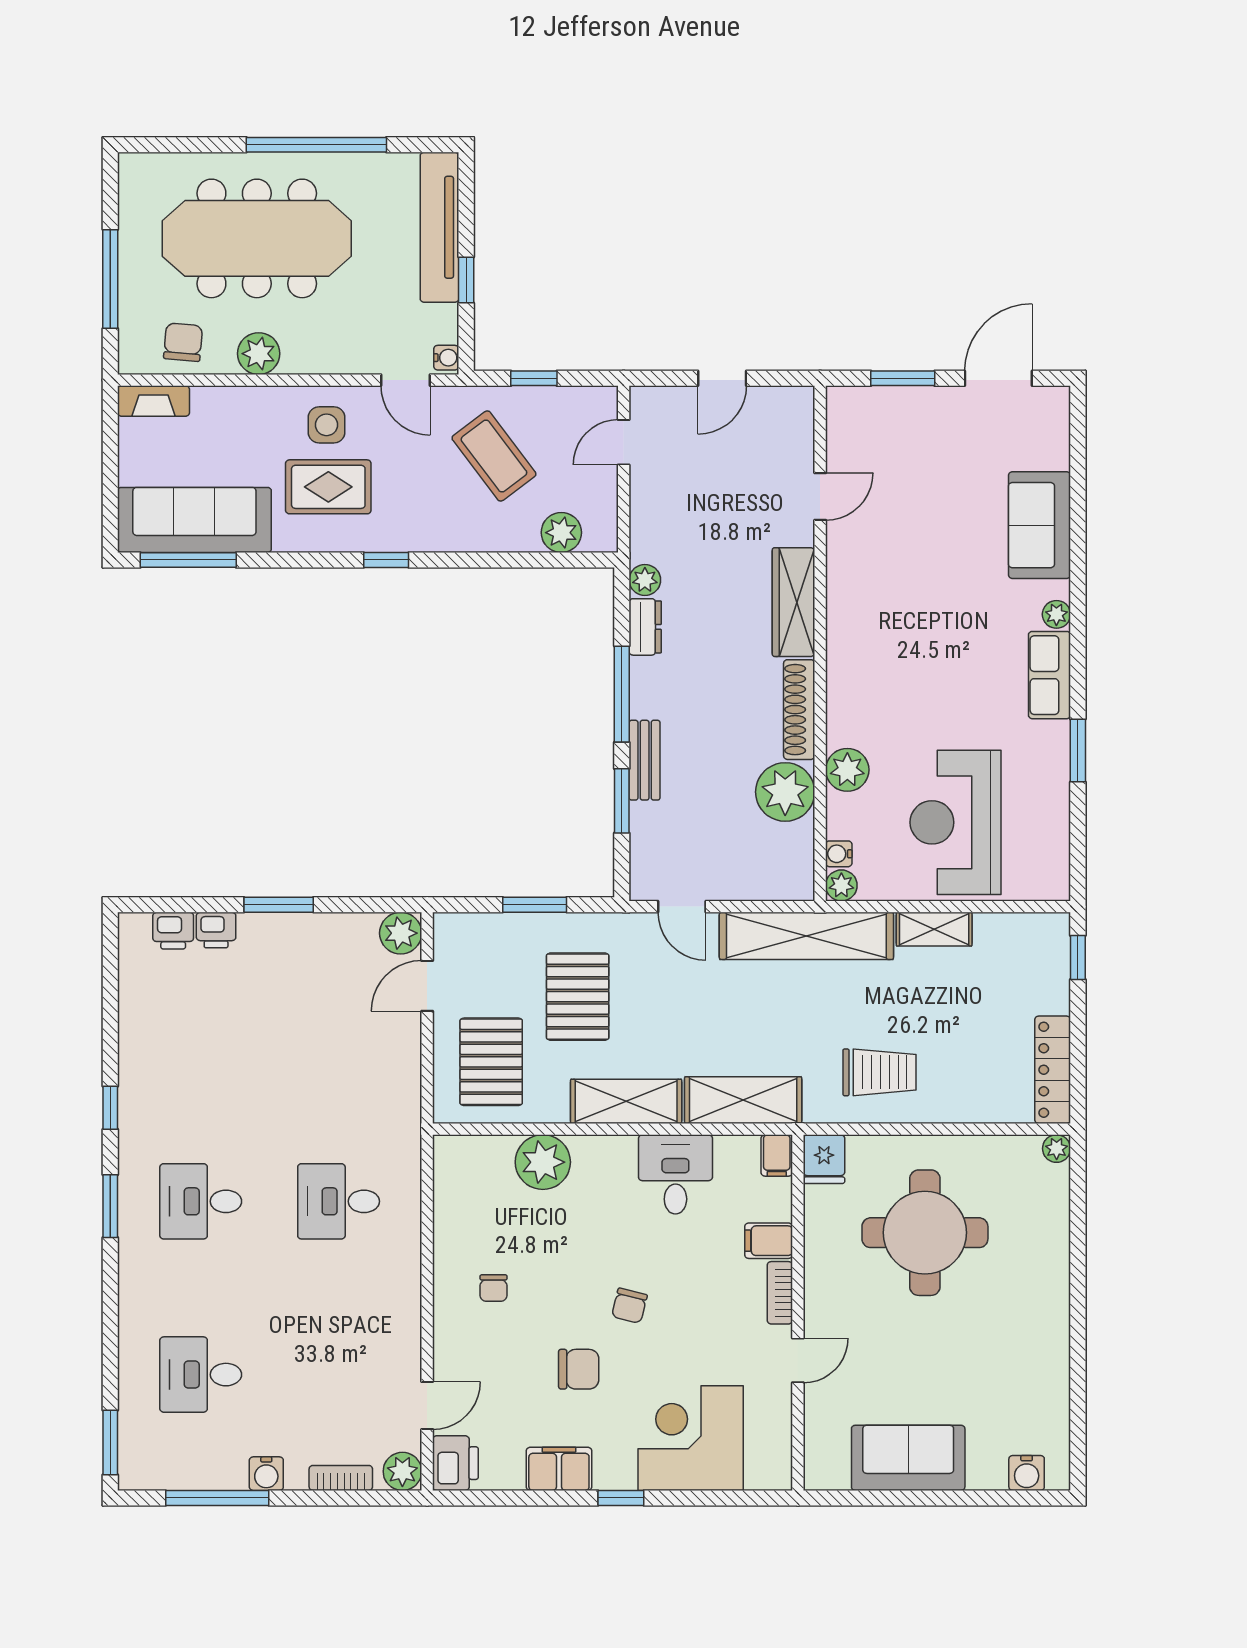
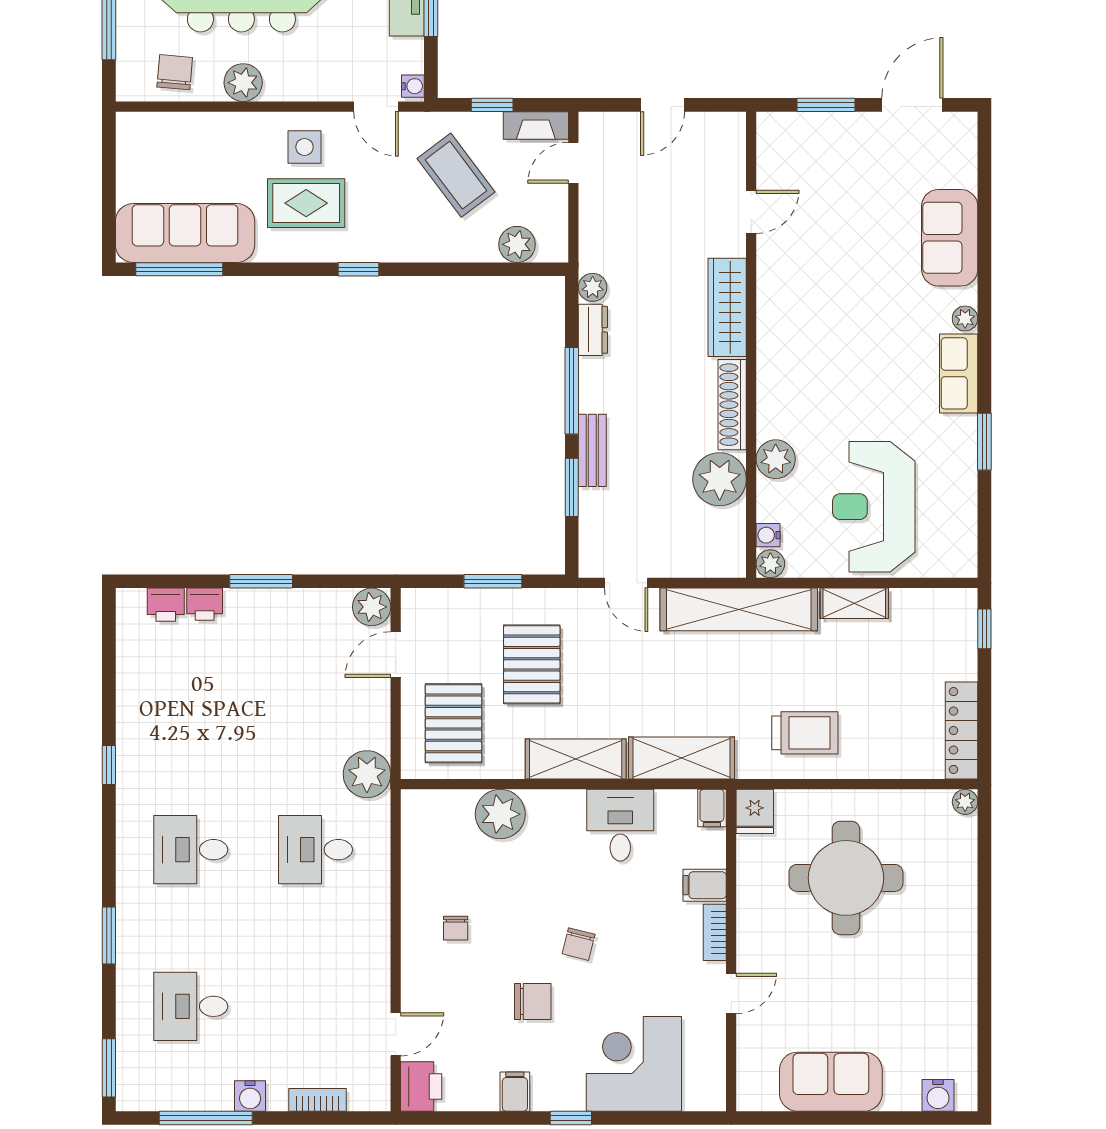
fireplace: (153, 401) -> (536, 125), moved
window: (110, 1206) -> (109, 936), moved
filing cabinet: (559, 1469) -> (515, 1092), width x0.50
plant: (402, 1471) -> (367, 774), moved, width x1.36, depth x1.36

